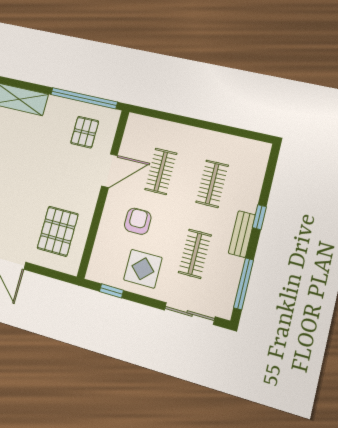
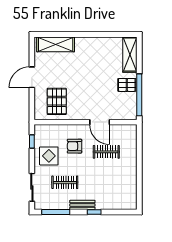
pallet: (85, 132) -> (127, 85), moved
clothes rail: (212, 184) -> (106, 182), removed
armchair: (138, 221) -> (75, 146), turned 180
pallet: (58, 231) -> (57, 101), turned 90

